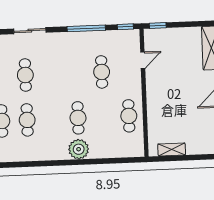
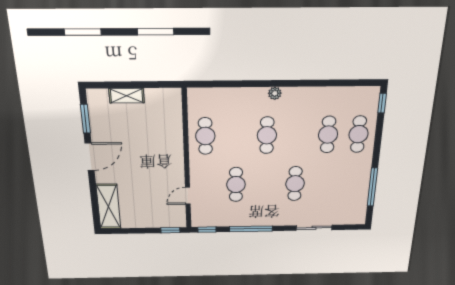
cafe table: (25, 75) -> (295, 184), moved
plant: (79, 149) -> (275, 93), width x0.53, depth x0.53
shelving: (172, 149) -> (127, 96), moved

